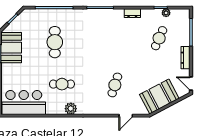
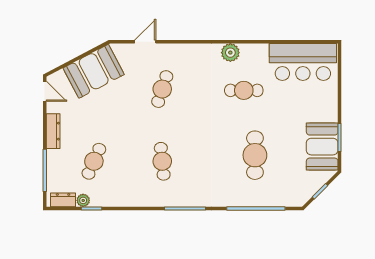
dresser: (132, 13) -> (63, 200), moved
cafe table: (115, 38) -> (162, 161), added

